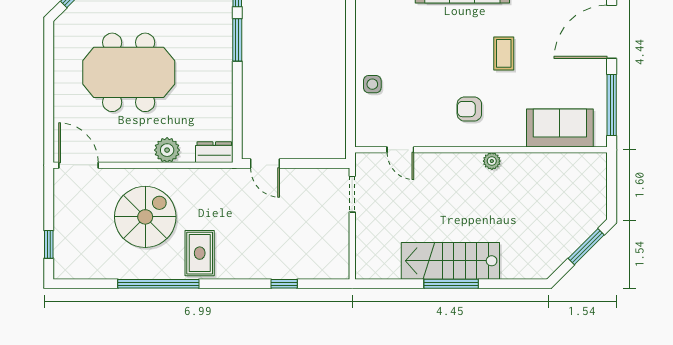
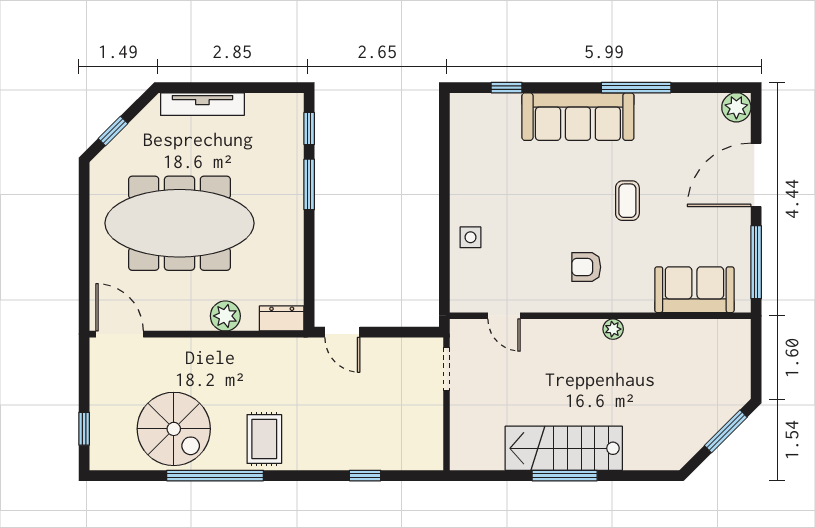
meeting table: (129, 72) -> (180, 223), width x1.36
spiral stairs: (145, 217) -> (174, 429), moved, turned 90

